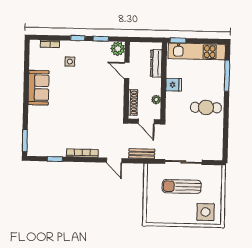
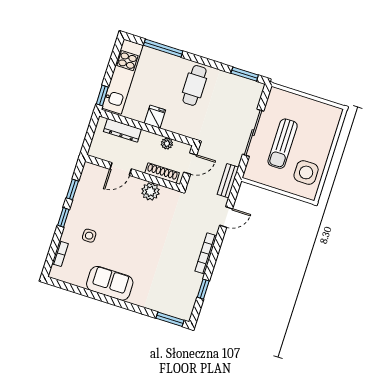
plant: (118, 49) -> (150, 191), moved
window: (225, 143) -> (245, 74), added
side table: (205, 212) -> (306, 172), moved

